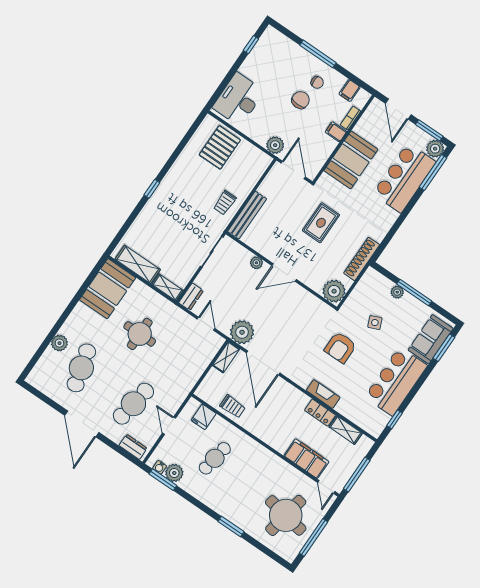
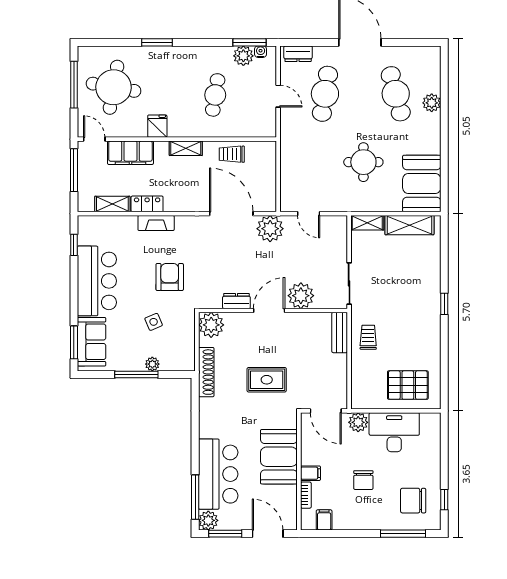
window: (318, 54) -> (403, 534), moved
chair: (317, 82) -> (413, 501), moved, width x1.87, depth x1.87
desk: (238, 99) -> (394, 432), moved, turned -90
pallet: (220, 147) -> (408, 385), turned 90
bench: (247, 215) -> (340, 332), width x0.73
rug: (321, 223) -> (267, 380), turned 90
plant: (256, 263) -> (301, 296), width x1.88, depth x1.88
dresser: (191, 297) -> (236, 301), moved, turned 90
shelving: (226, 357) -> (186, 148), moved, turned 90
fridge: (204, 417) -> (157, 126), moved

